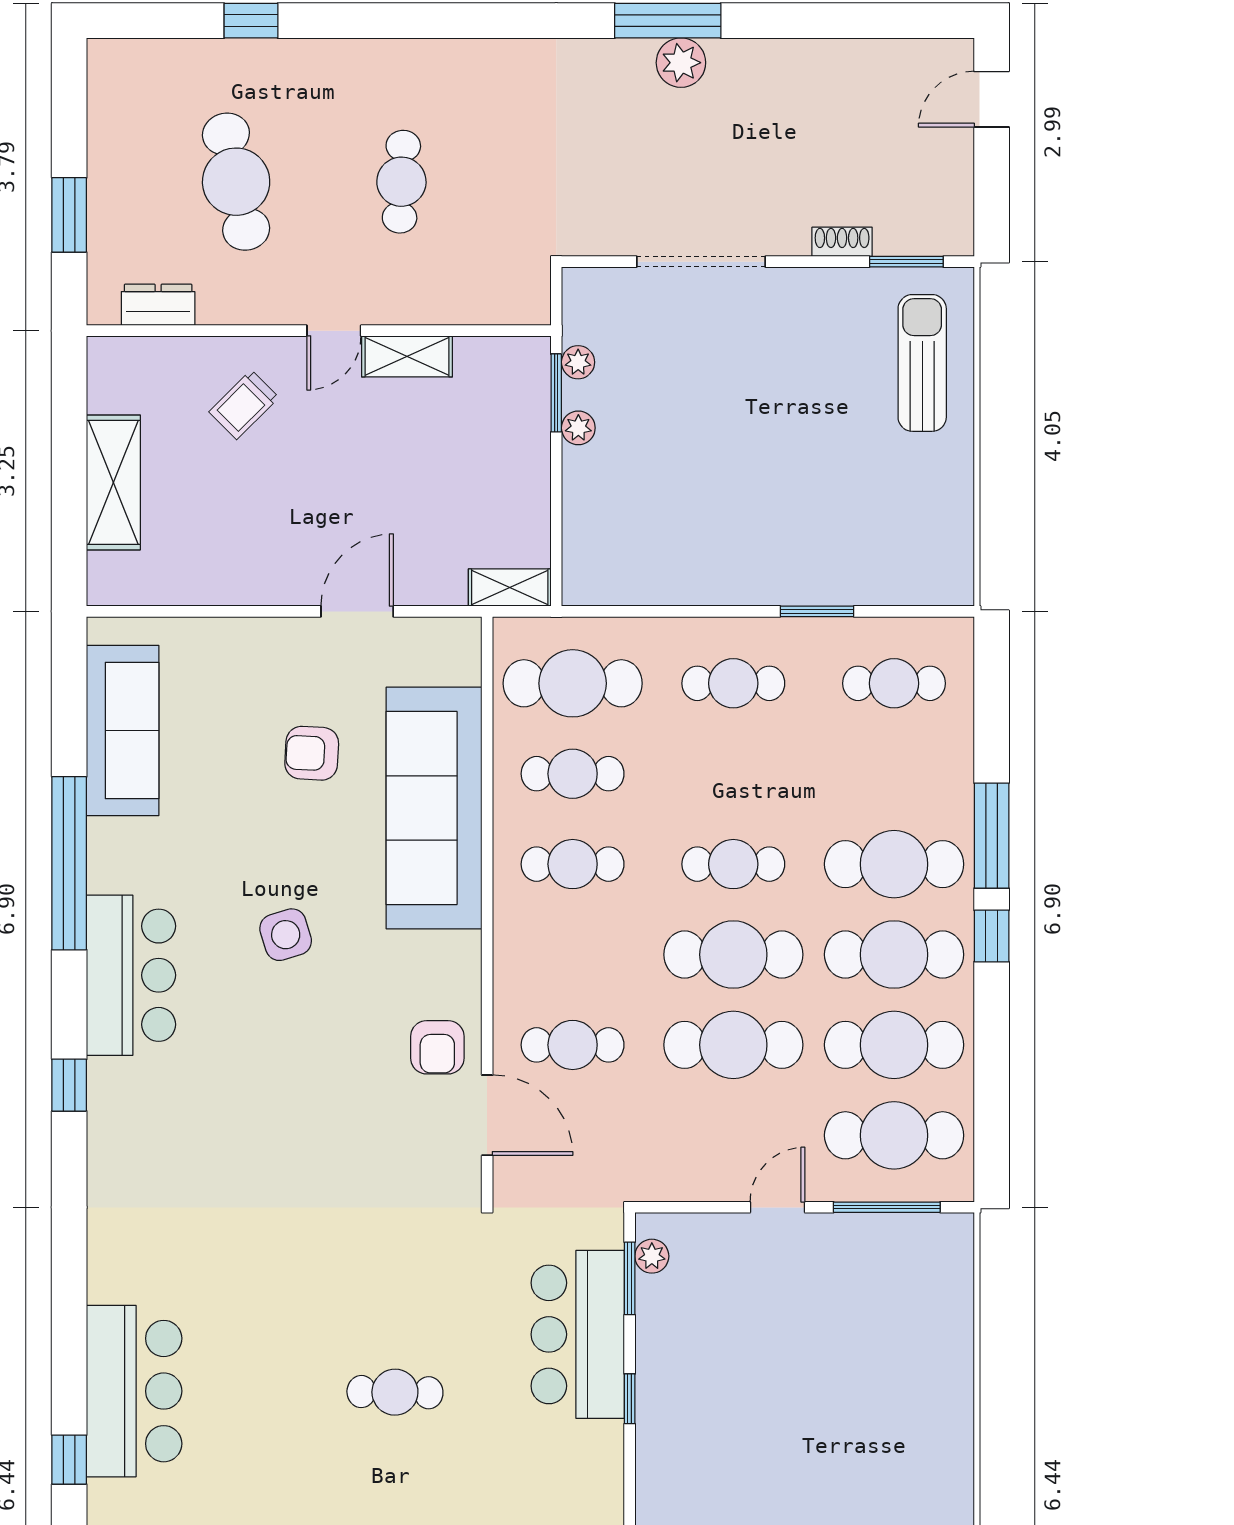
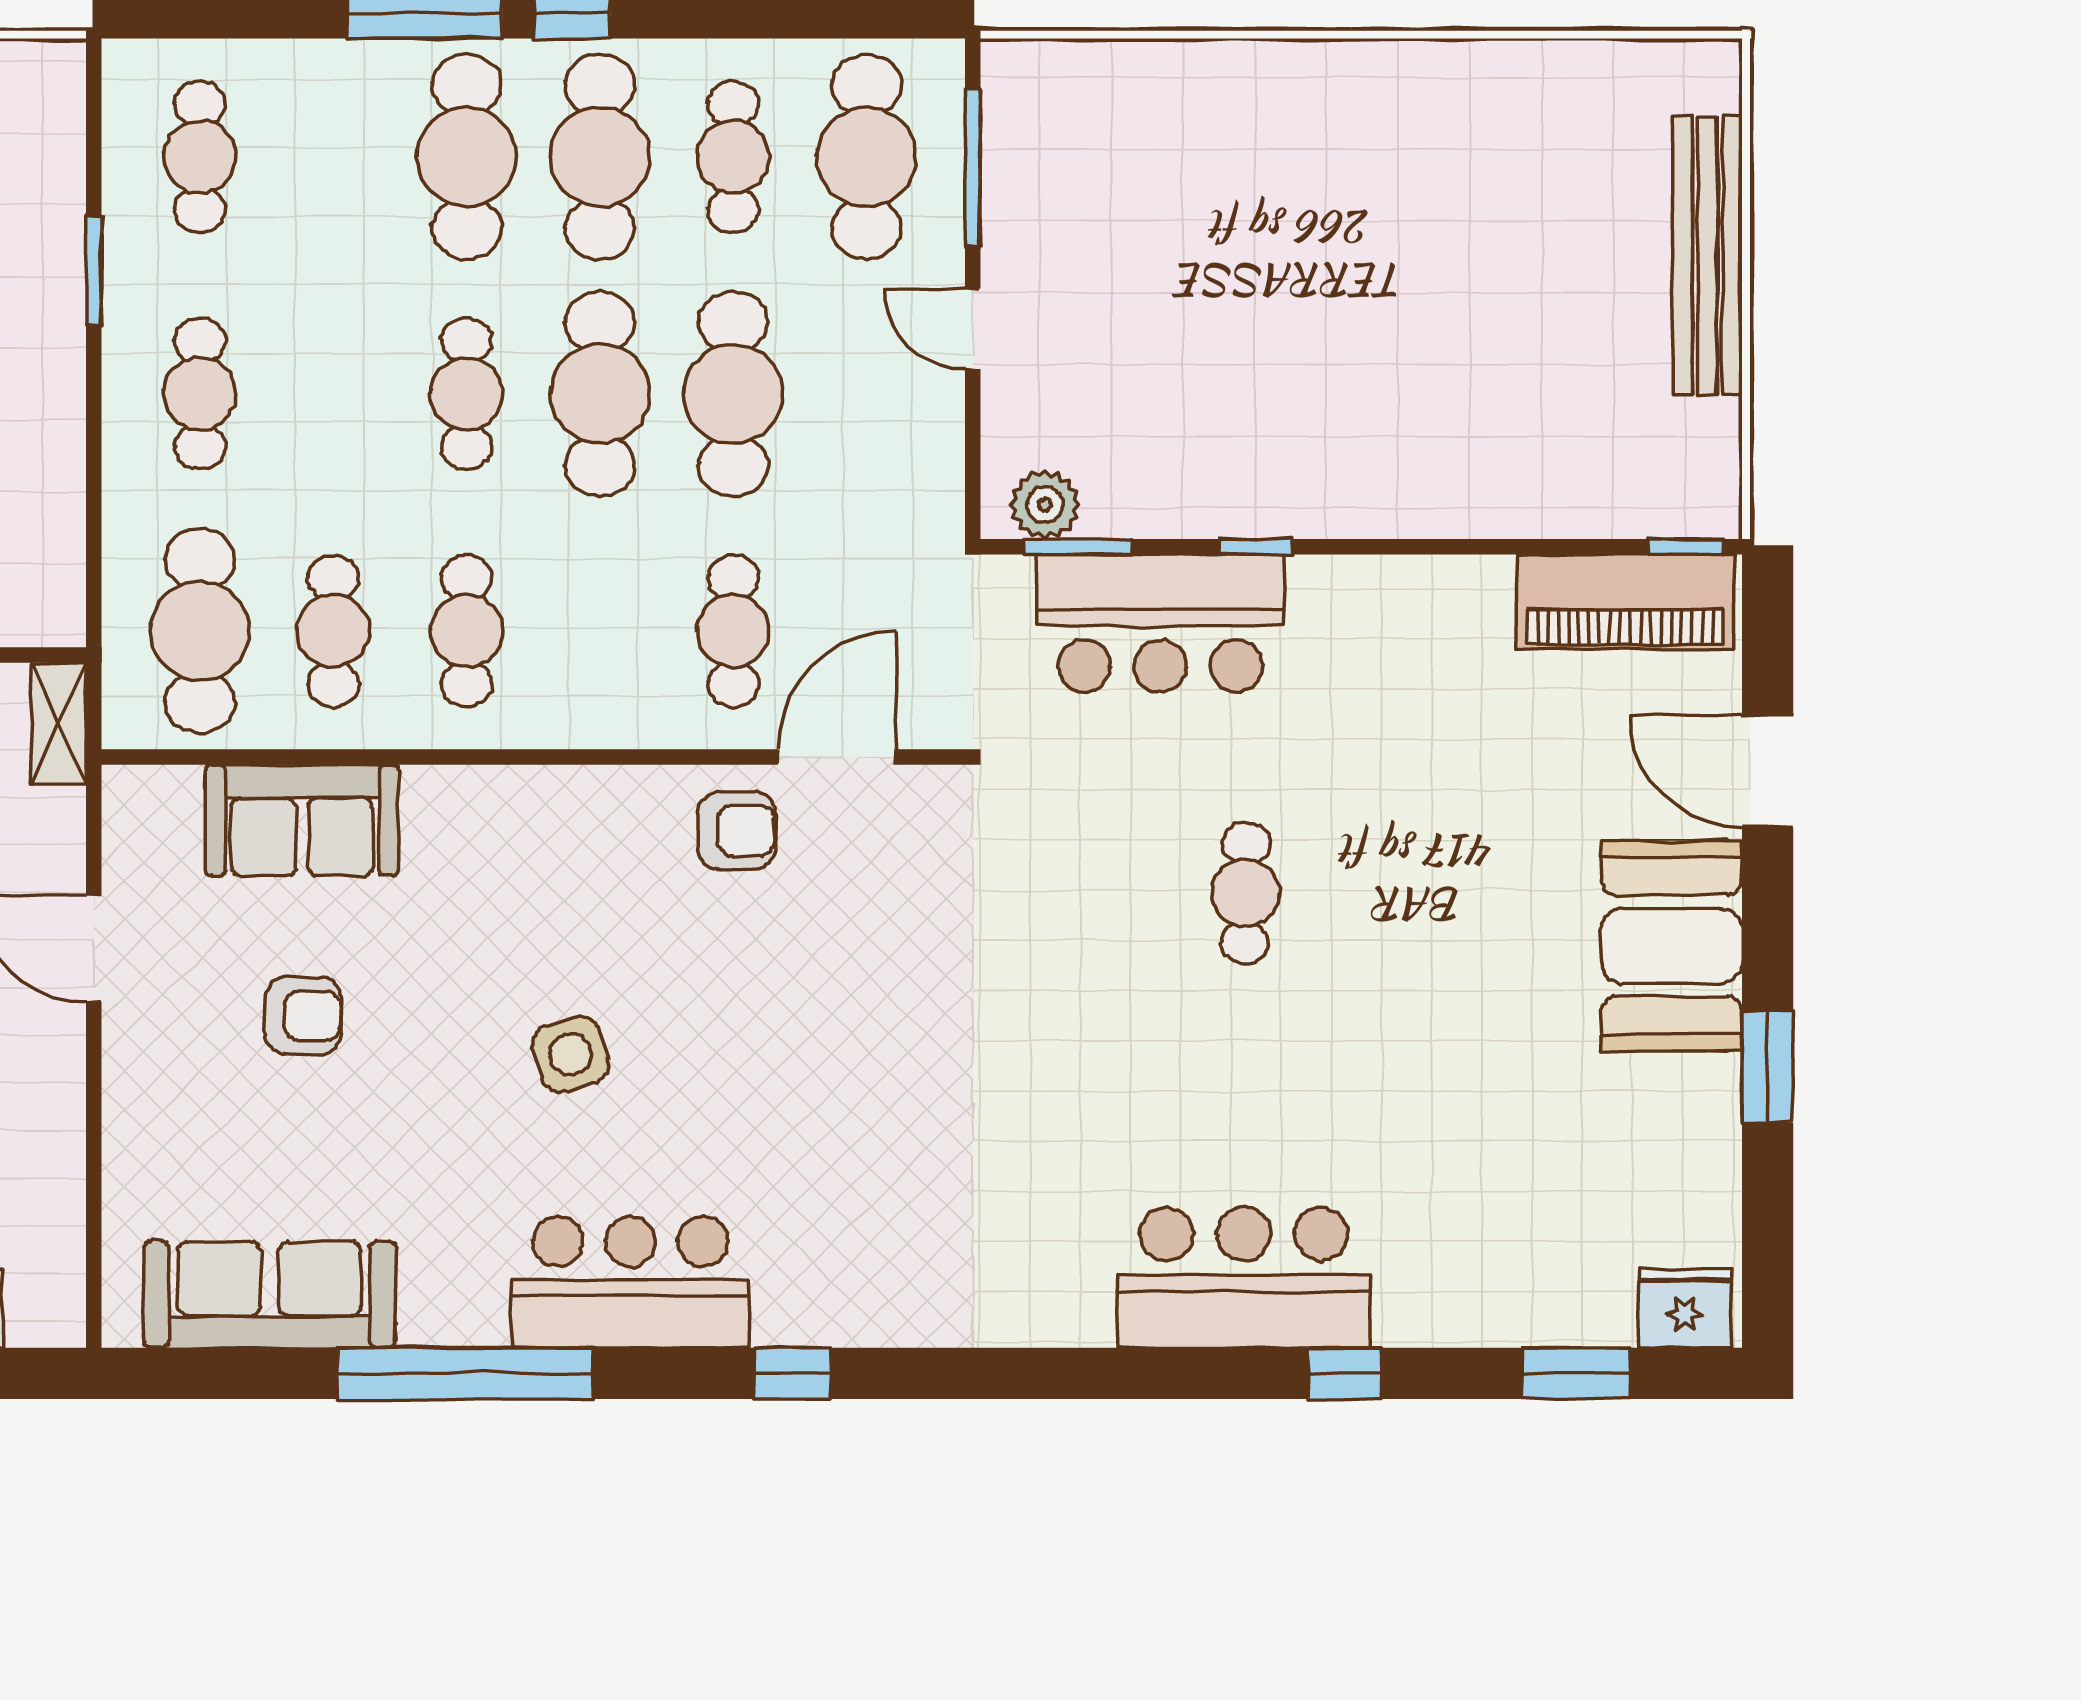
armchair: (312, 753) -> (303, 1016), turned -93
sofa: (434, 808) -> (302, 820), width x0.54, depth x0.79
cafe table: (894, 1045) -> (733, 157), width x0.73, depth x0.74
plant: (652, 1256) -> (1045, 505), width x1.38, depth x1.38

